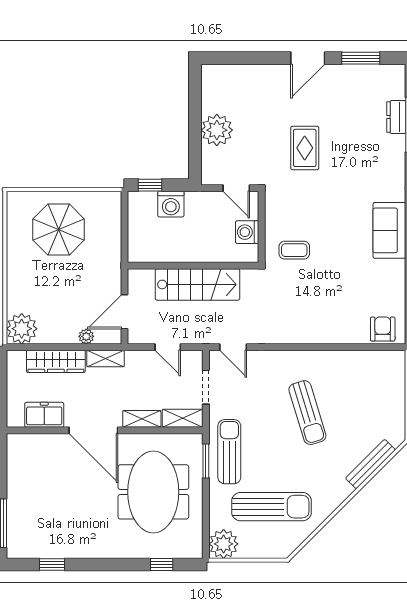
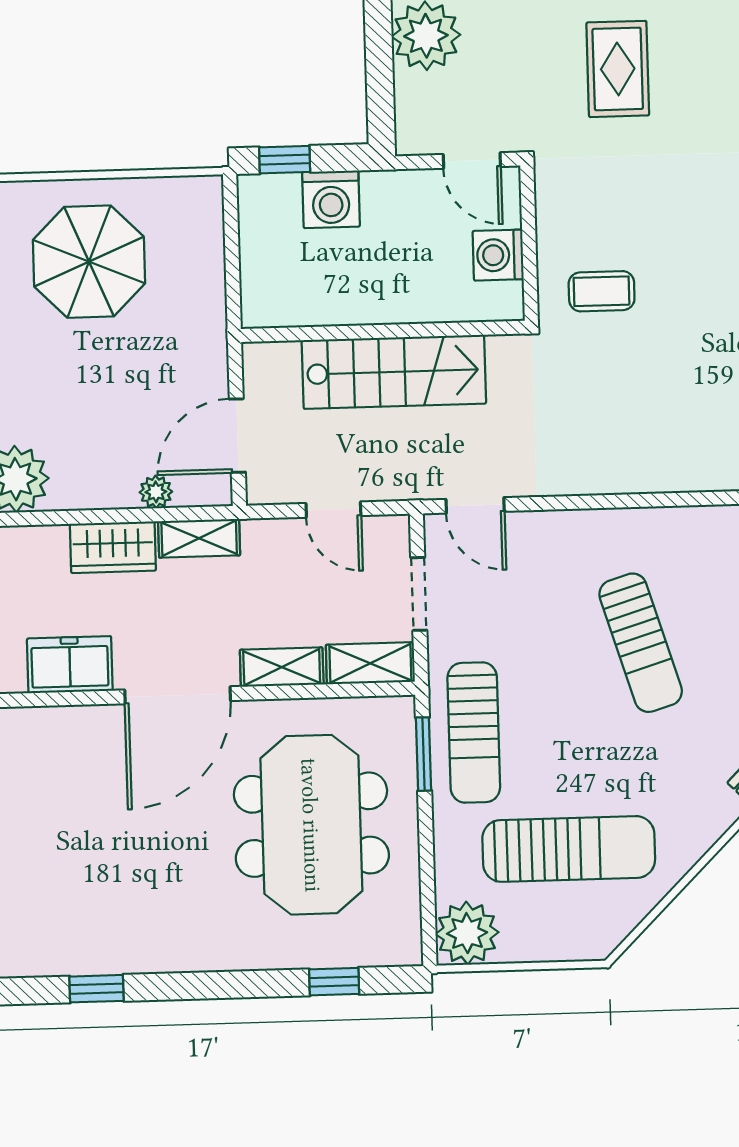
wardrobe: (56, 361) -> (113, 547), width x0.67
door: (93, 430) -> (178, 695), hinge flipped
sun lounger: (229, 452) -> (474, 733), turned 180

